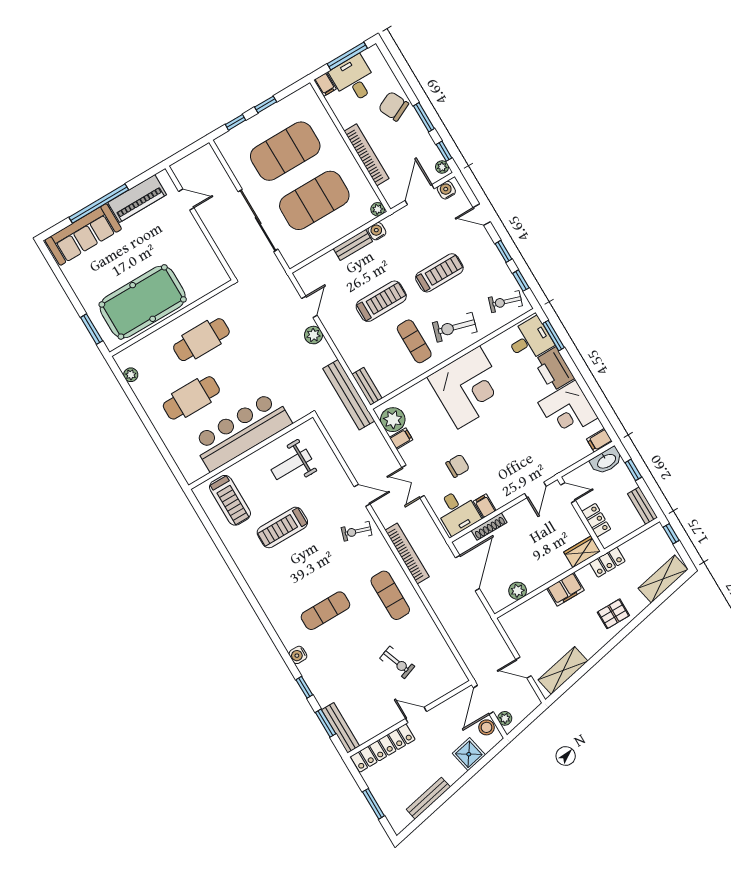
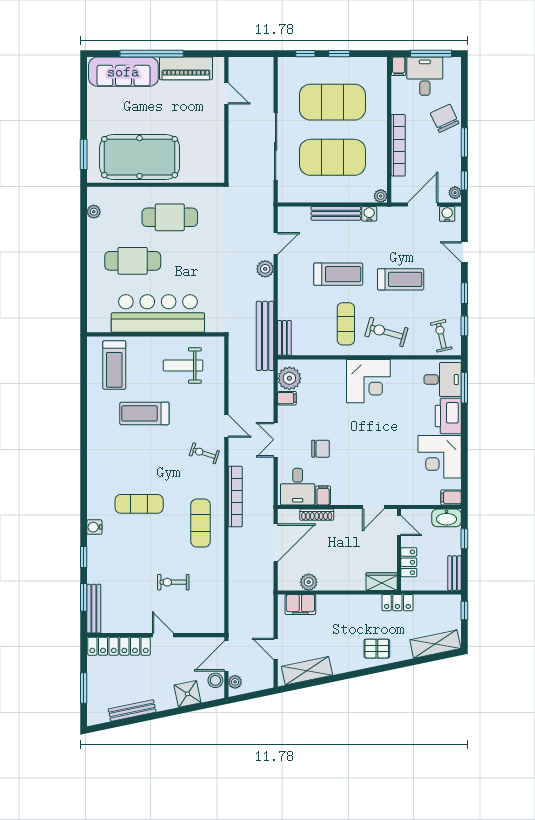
bench: (353, 245) -> (336, 213), width x1.36
exercise bike: (505, 302) -> (441, 336), turned 59
corner desk: (469, 387) -> (368, 381), width x0.74, depth x0.74
filing cabinet: (565, 589) -> (300, 605), moved
exercise bike: (397, 662) -> (173, 582), turned 110

